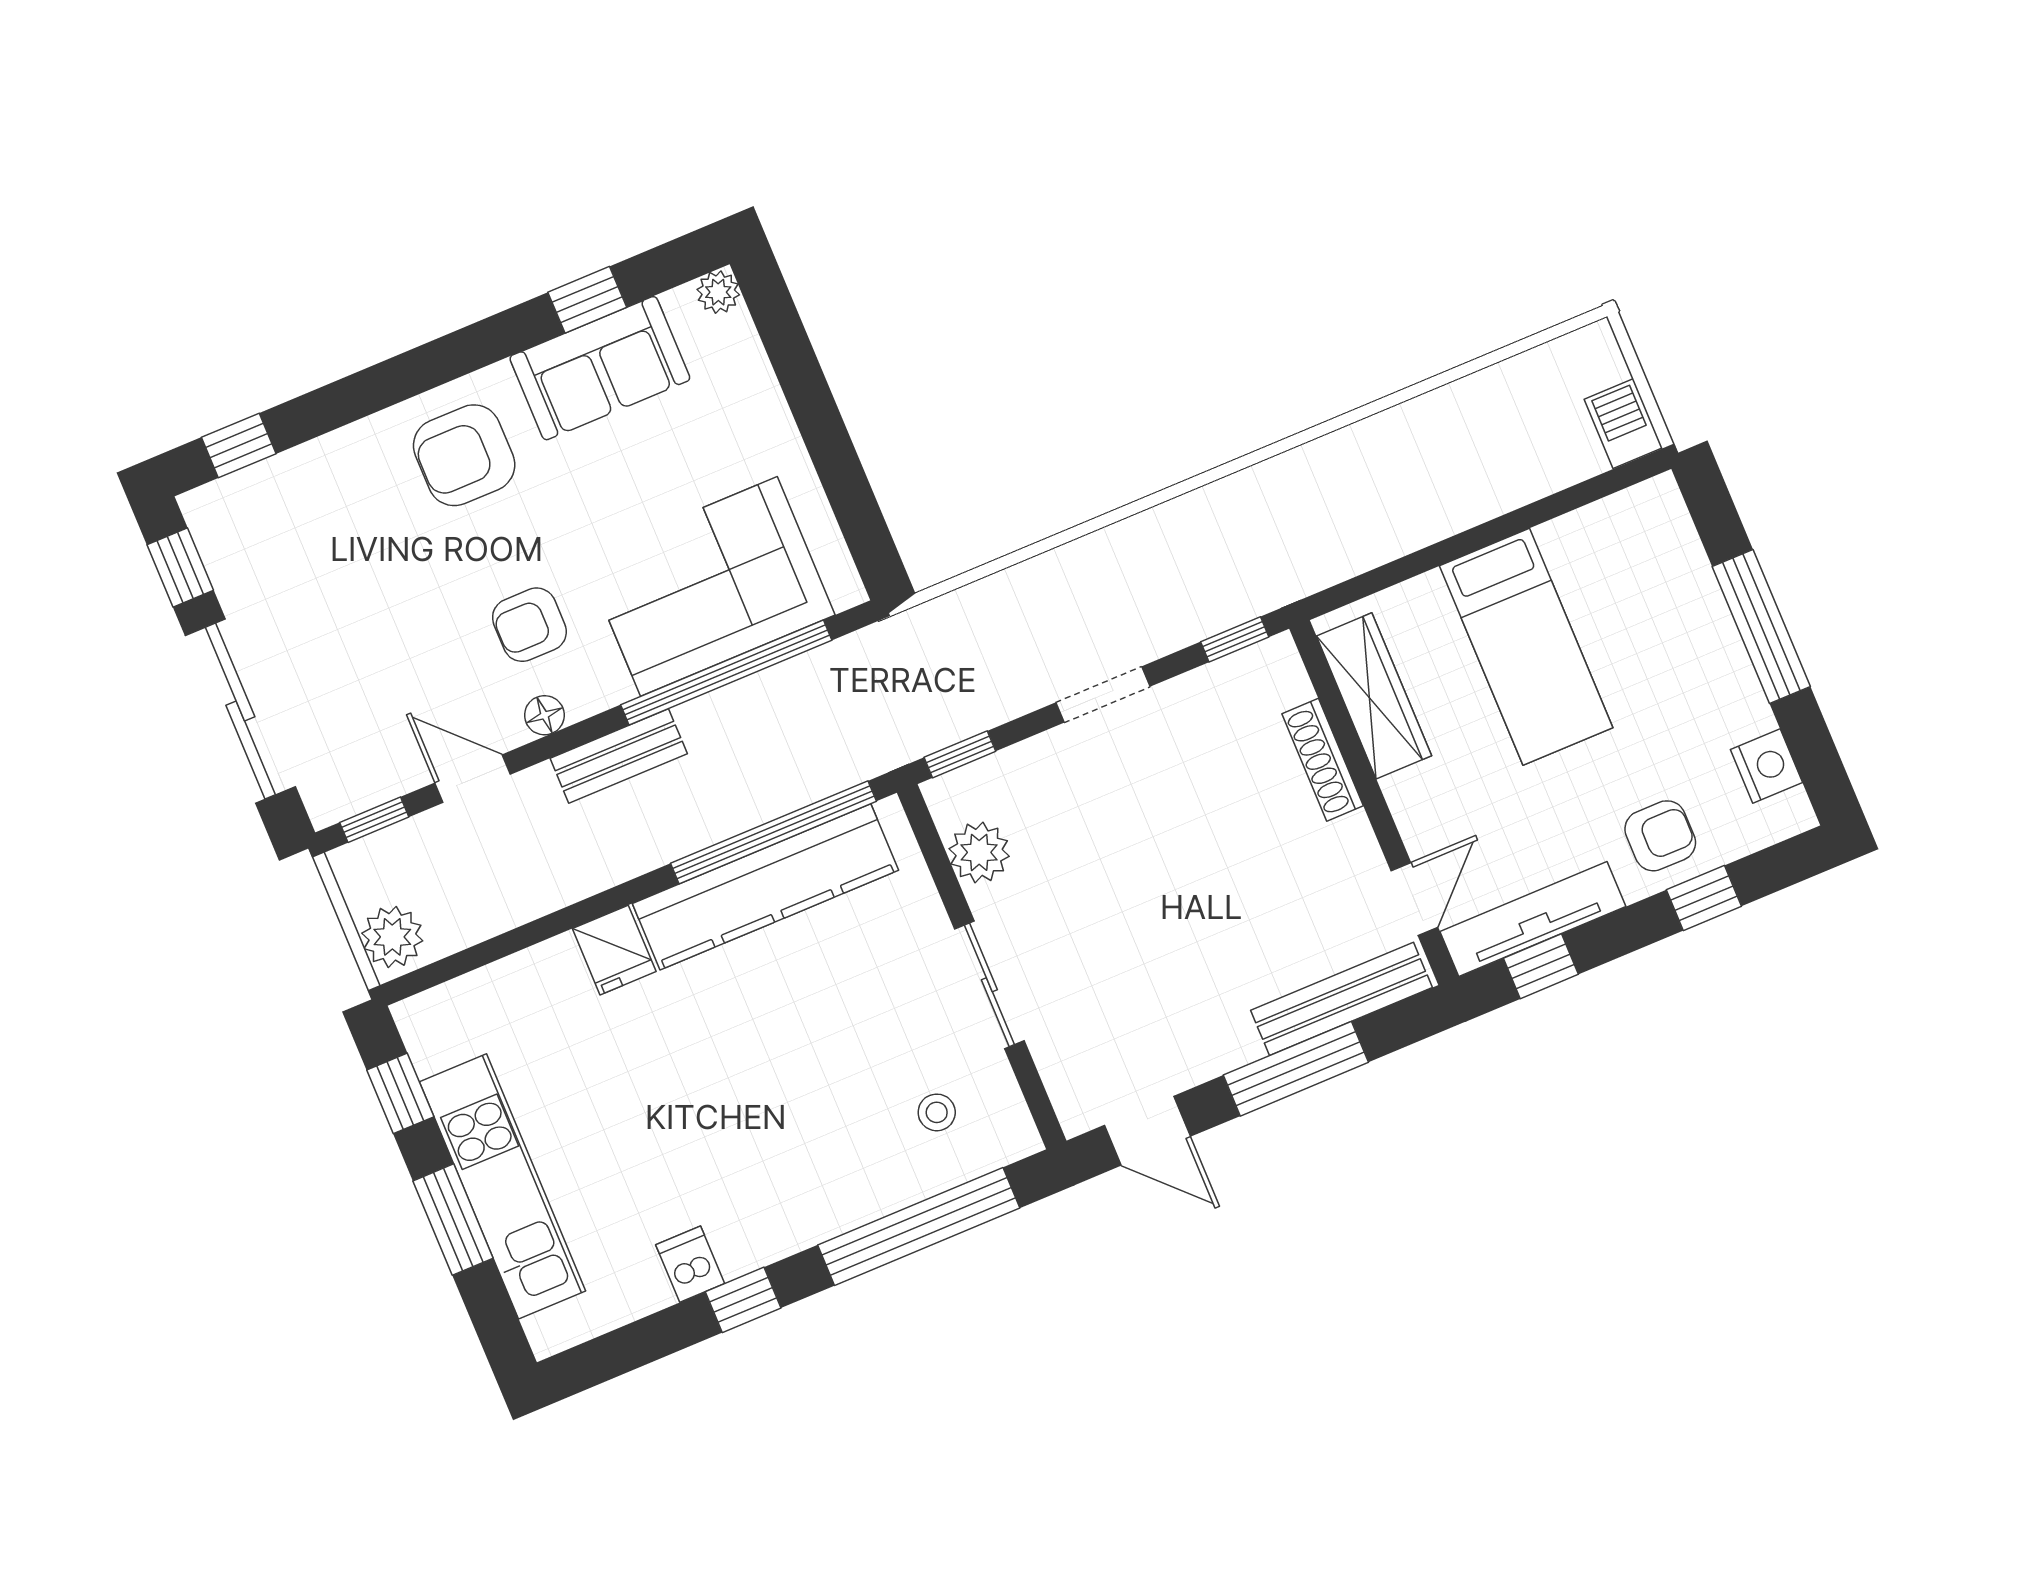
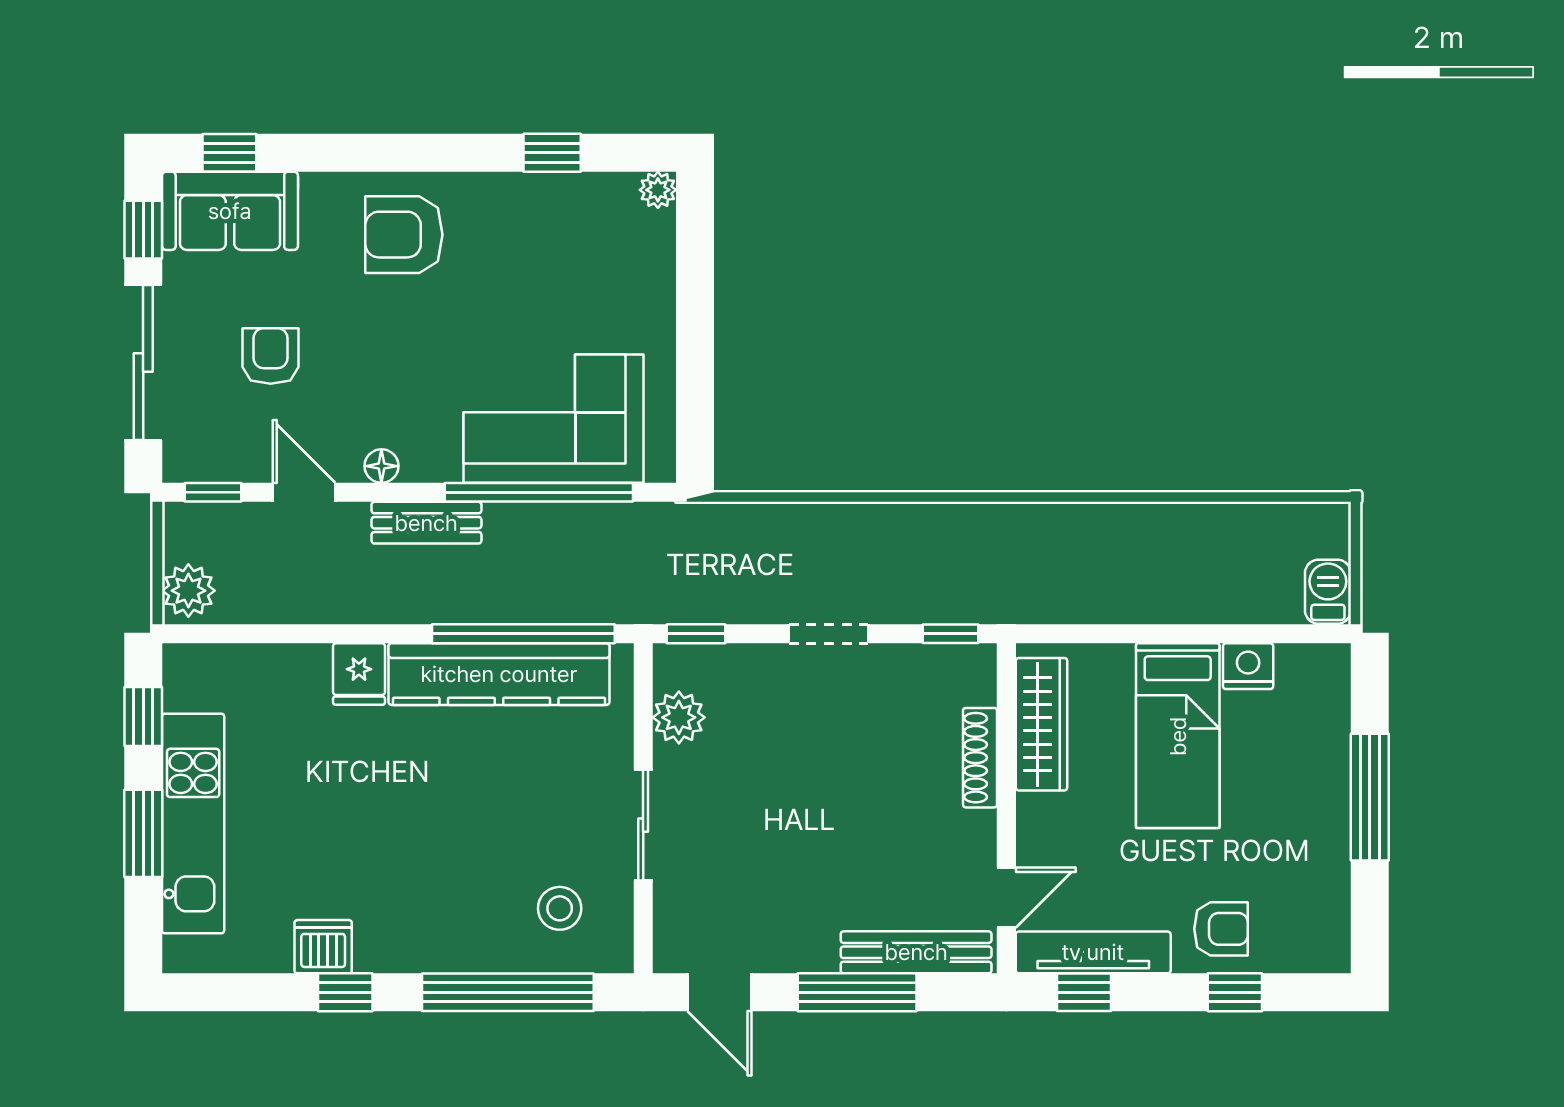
sofa: (600, 368) -> (230, 211), moved
armchair: (529, 625) -> (271, 356), moved, turned 90
nightstand: (1766, 766) -> (1248, 666), moved, turned -90
stool: (937, 1112) -> (560, 908), width x1.37, depth x1.37
dishwasher: (690, 1264) -> (323, 947), width x1.38

